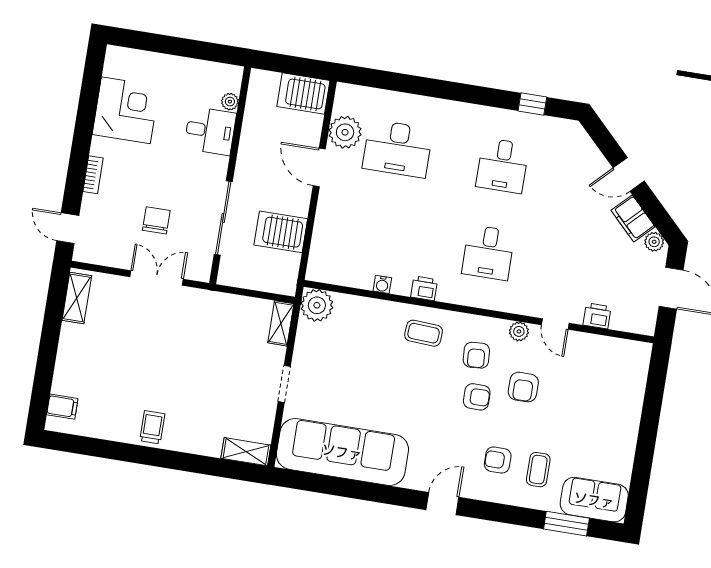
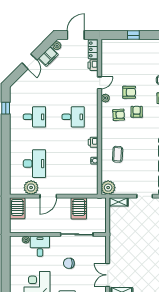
chair: (156, 220) -> (69, 263), moved
double door: (157, 278) -> (108, 275), moved
locker: (632, 322) -> (93, 49), added
coffee table: (424, 333) -> (118, 154), moved
window: (650, 417) -> (133, 35), added

